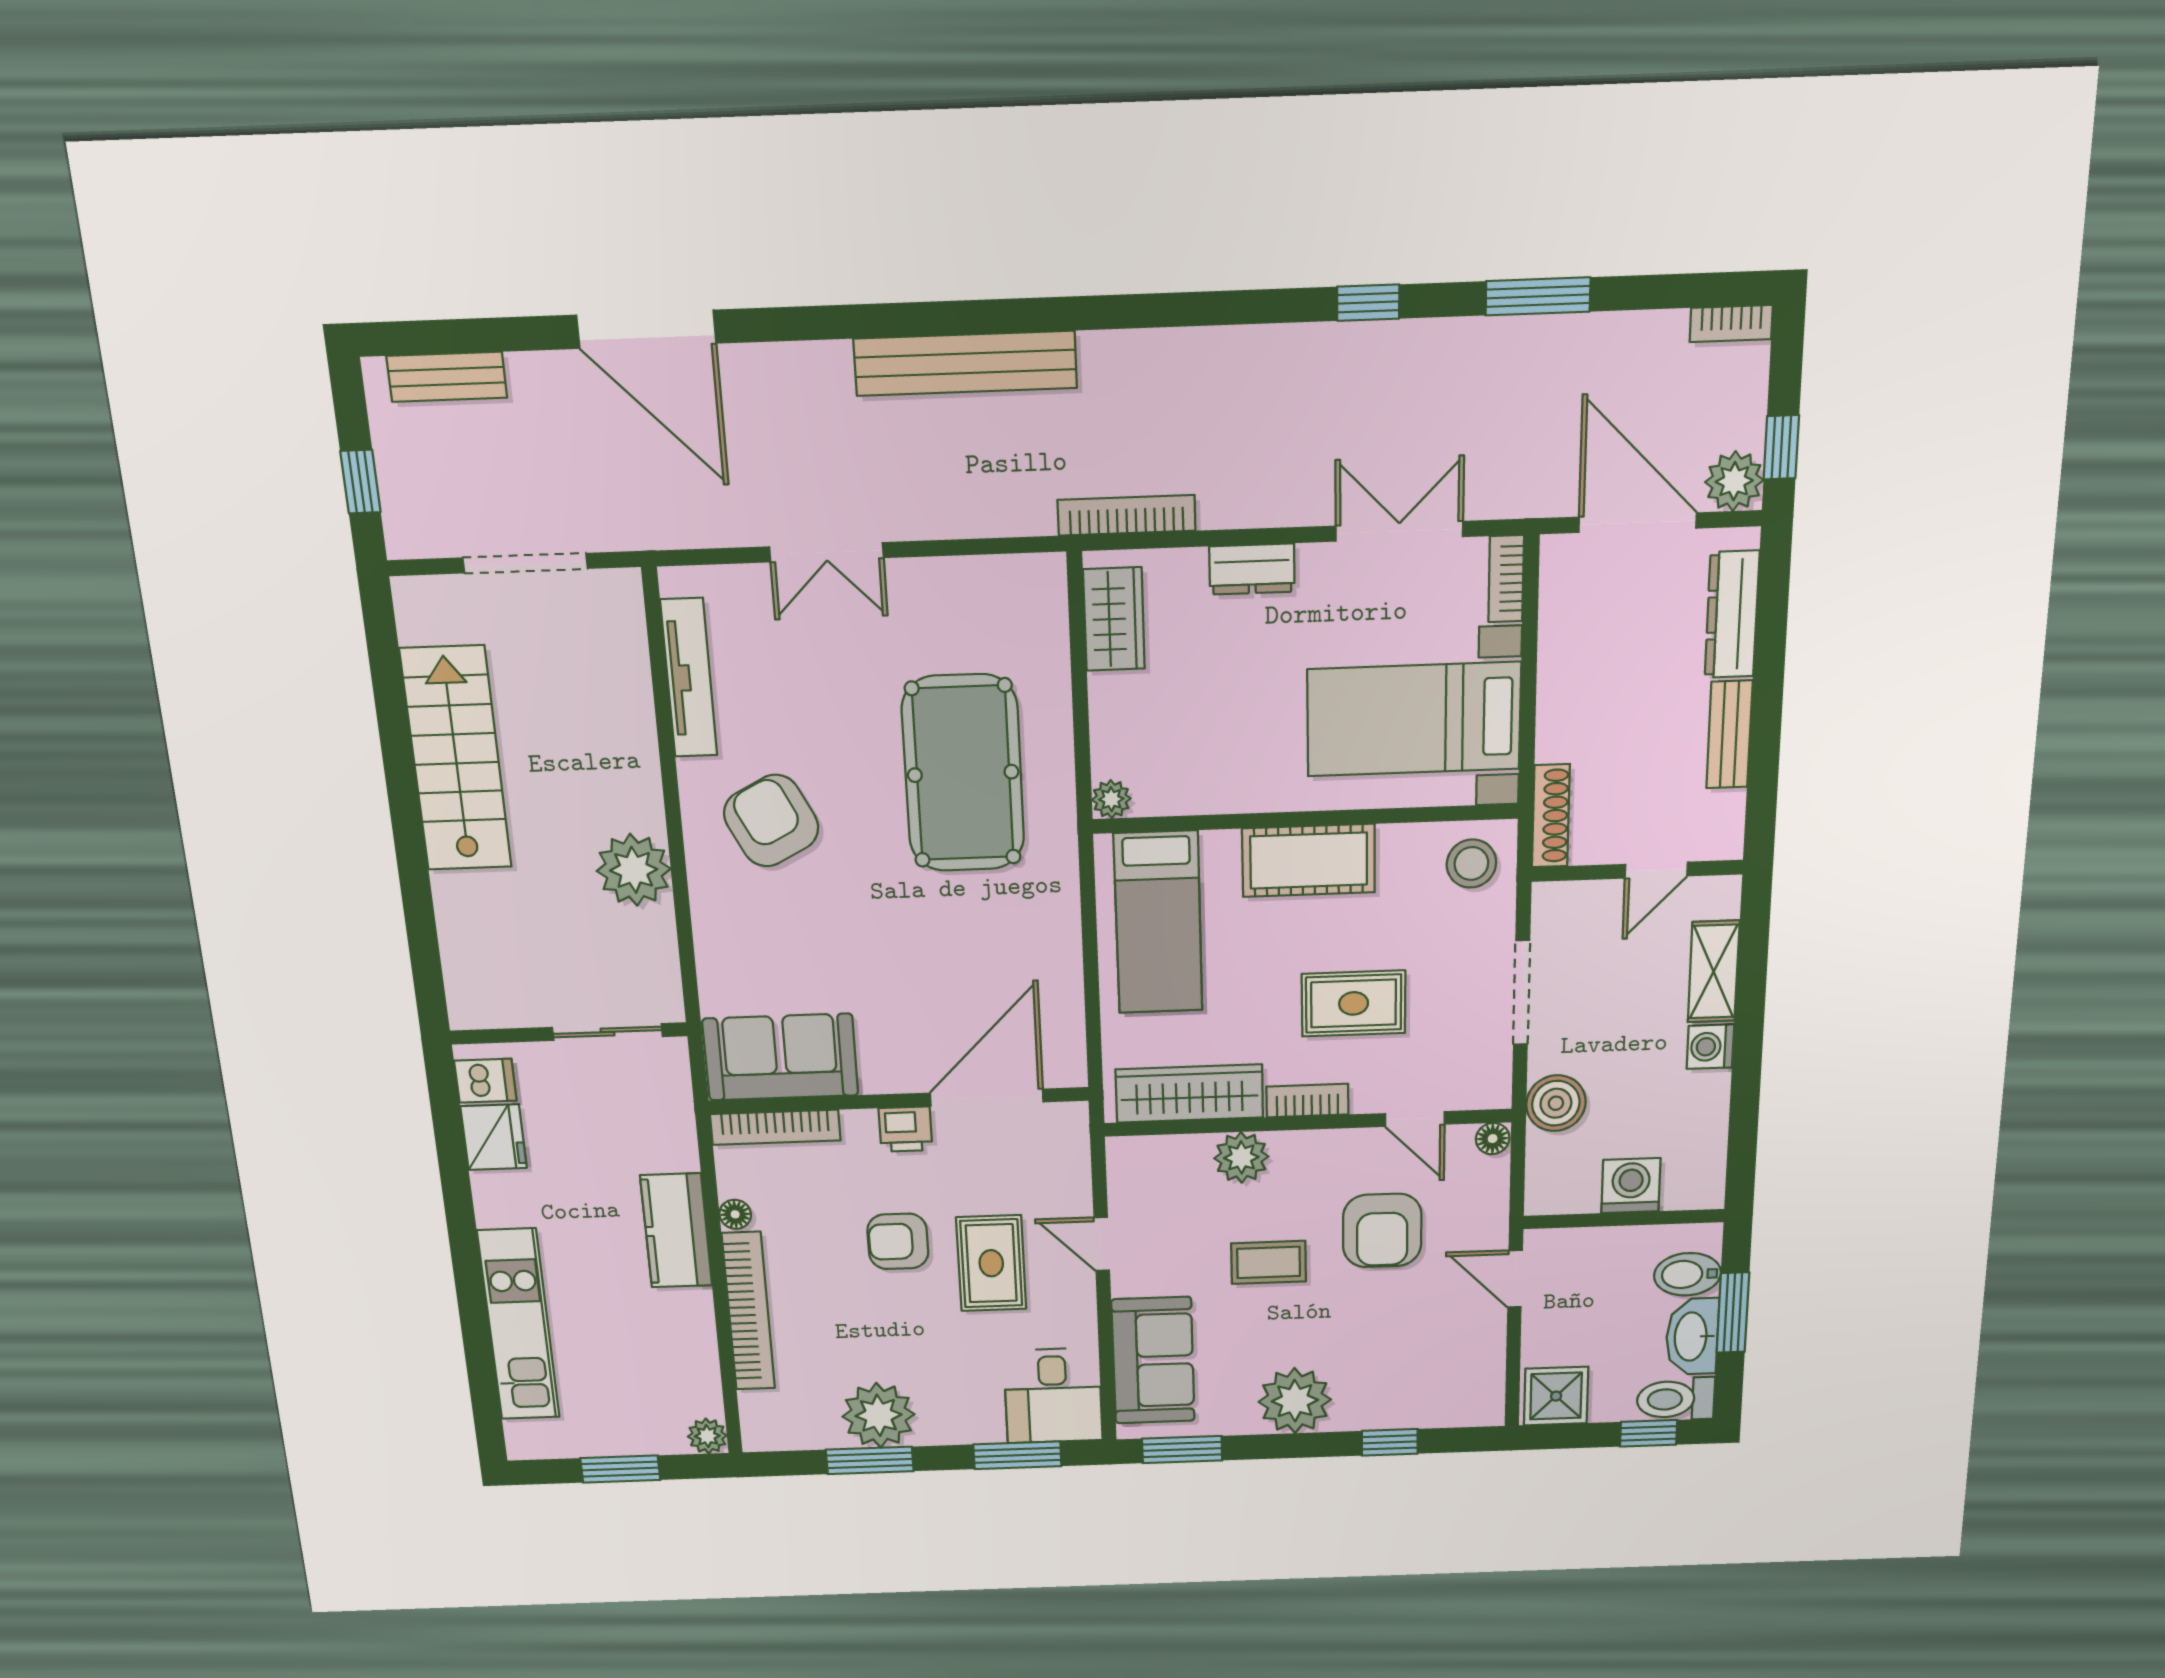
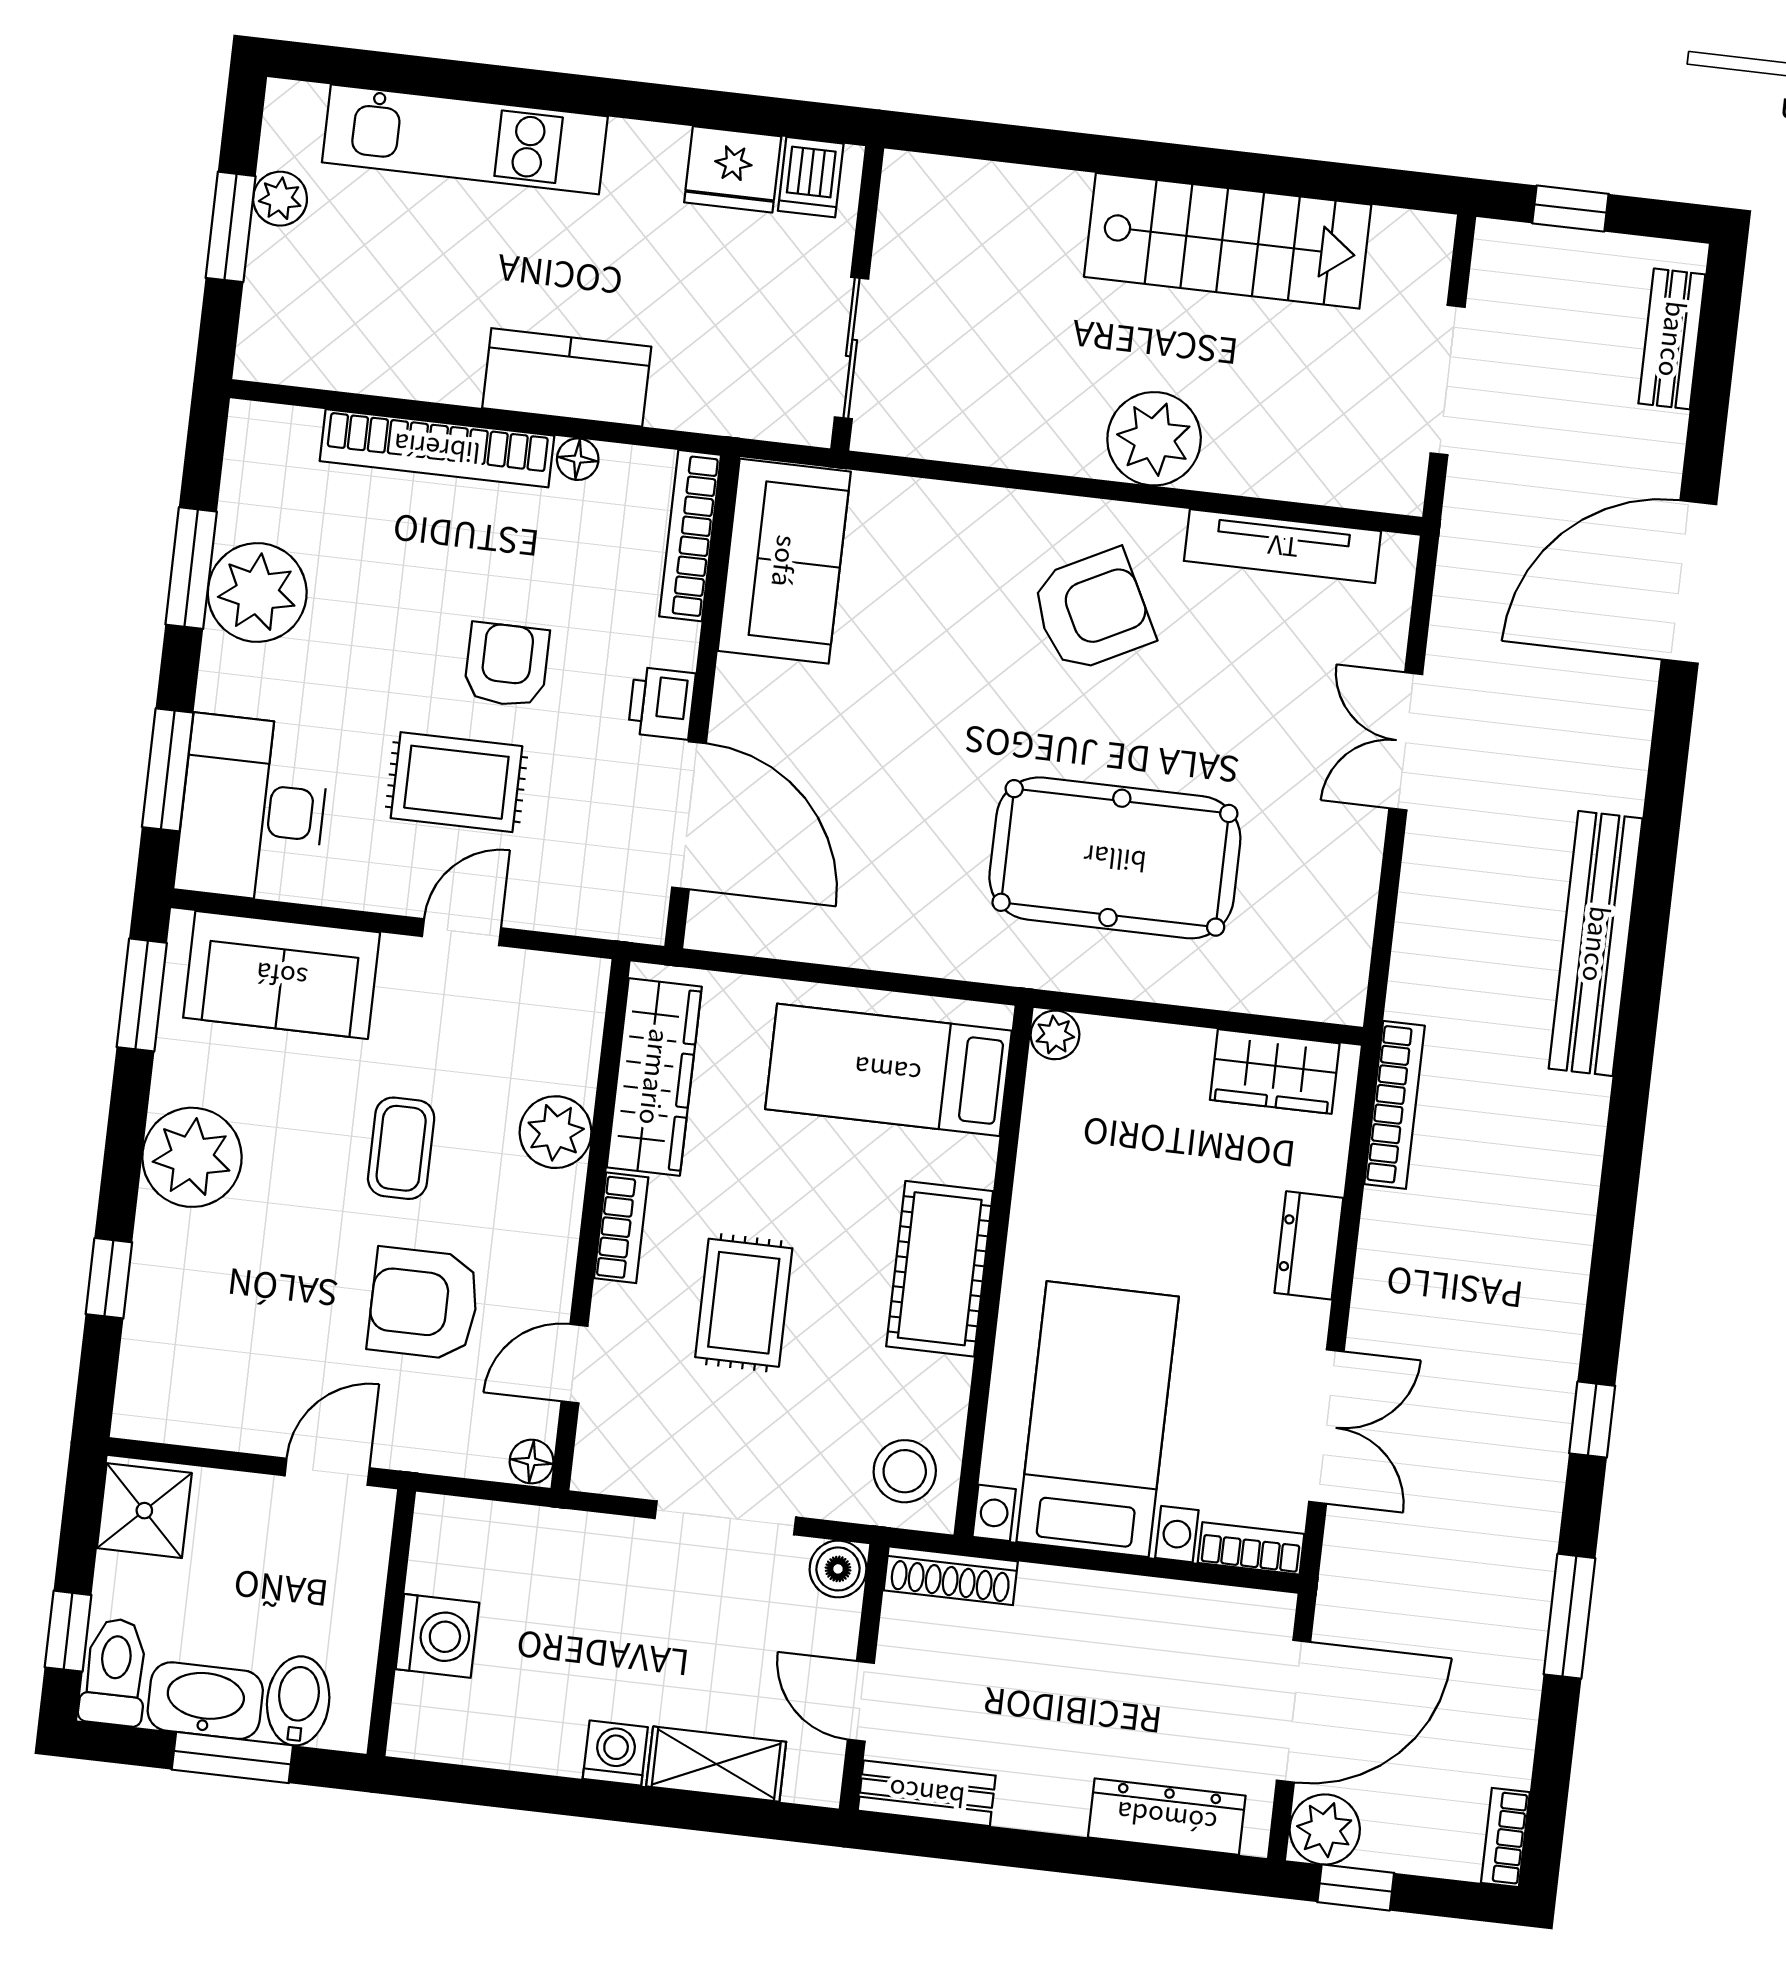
bench: (1729, 734) -> (927, 1793), moved
plant: (634, 870) -> (1154, 439), moved
boiler: (1556, 1103) -> (838, 1569), moved, width x0.73, depth x0.73
desk: (1053, 1396) -> (253, 809), width x1.37
plant: (707, 1436) -> (280, 199), moved

